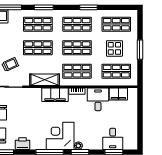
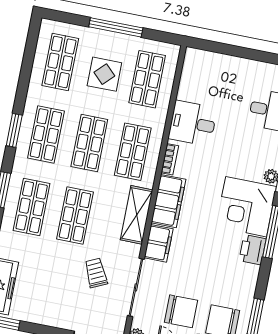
window: (89, 7) -> (14, 130), moved
window: (140, 50) -> (116, 27), width x1.44
filing cabinet: (118, 94) -> (159, 243), moved
printer: (23, 144) -> (253, 250), moved

